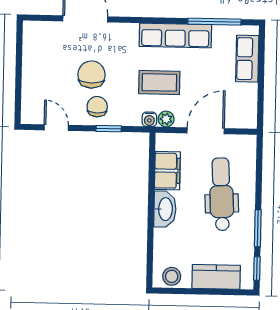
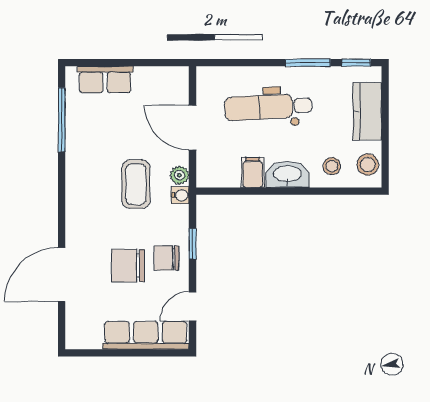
row of seats: (175, 35) -> (146, 335), moved, turned -90
filing cabinet: (167, 171) -> (253, 172), width x0.50
stool: (171, 246) -> (332, 166), added

